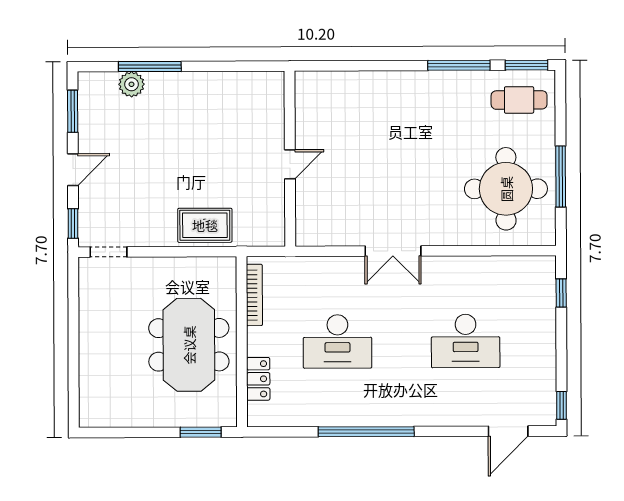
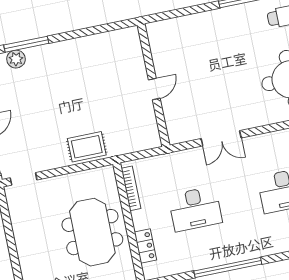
wall: (290, 159) -> (153, 85), moved
door: (290, 164) -> (154, 89), moved

